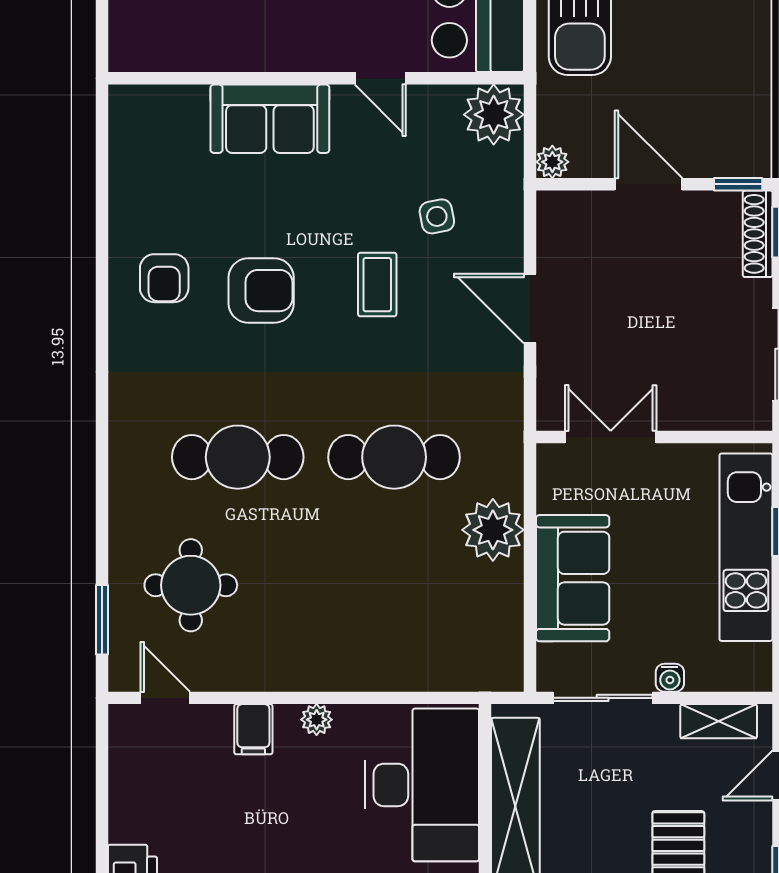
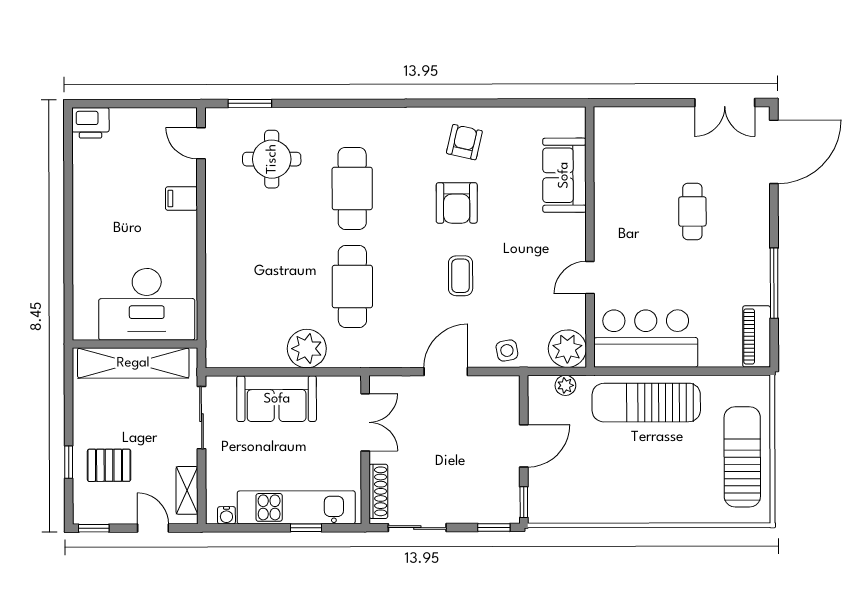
sofa: (270, 119) -> (564, 175), moved
plant: (552, 162) -> (565, 385), moved
side table: (437, 216) -> (507, 350), moved
shoe rack: (758, 234) -> (378, 491), moved, turned 90
armchair: (164, 278) -> (464, 142), turned 103
coffee table: (377, 285) -> (461, 276), turned 90
water cooler: (670, 678) -> (226, 515), moved, turned -90
door: (165, 698) -> (201, 143), swing flipped
plant: (317, 720) -> (188, 238), removed

